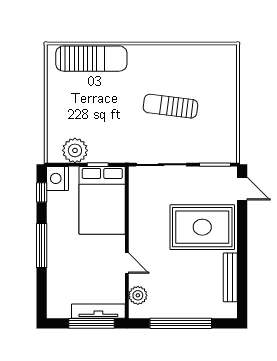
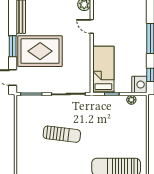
plant: (75, 150) -> (131, 100), width x0.53, depth x0.53
bed: (102, 200) -> (103, 70), width x0.67
window: (242, 234) -> (13, 46), added

